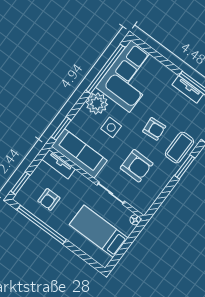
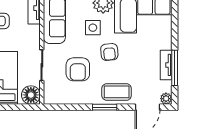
armchair: (154, 129) -> (109, 52), moved
floor lamp: (135, 220) -> (31, 95), width x1.89, depth x1.89

